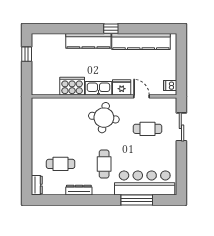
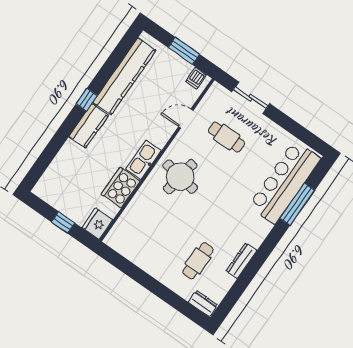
kitchen counter: (88, 41) -> (89, 126), width x0.67
window: (27, 54) -> (63, 222), moved
window: (181, 67) -> (184, 51), added
fridge: (122, 87) -> (97, 224), moved
cafe table: (148, 129) -> (227, 137), turned 90
cafe table: (104, 164) -> (232, 213), removed

